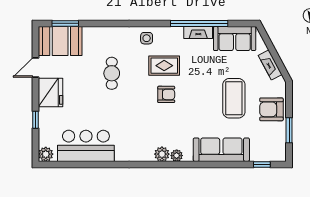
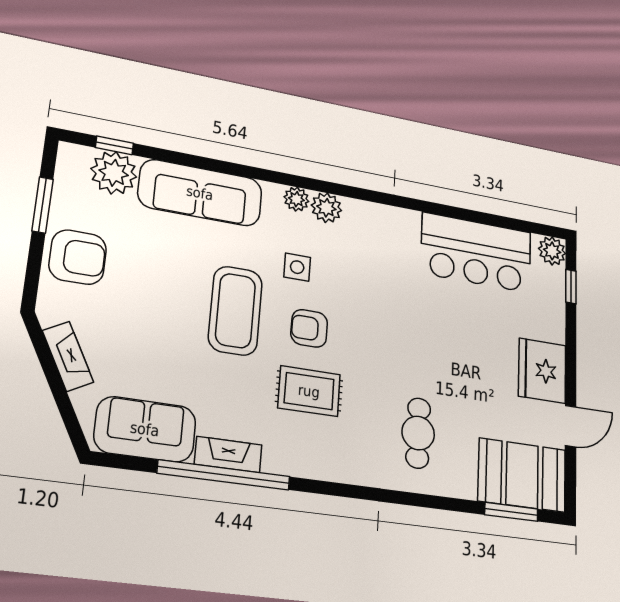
side table: (147, 38) -> (297, 267), moved
cafe table: (112, 73) -> (418, 433), moved
coffee table: (234, 98) -> (235, 311), moved
window: (35, 120) -> (571, 287), moved
plant: (261, 151) -> (114, 173), added

